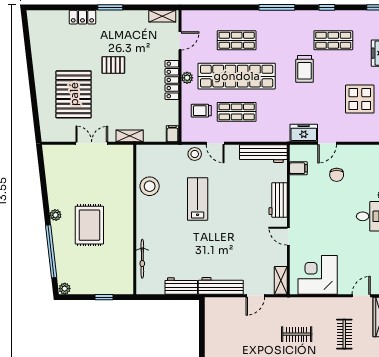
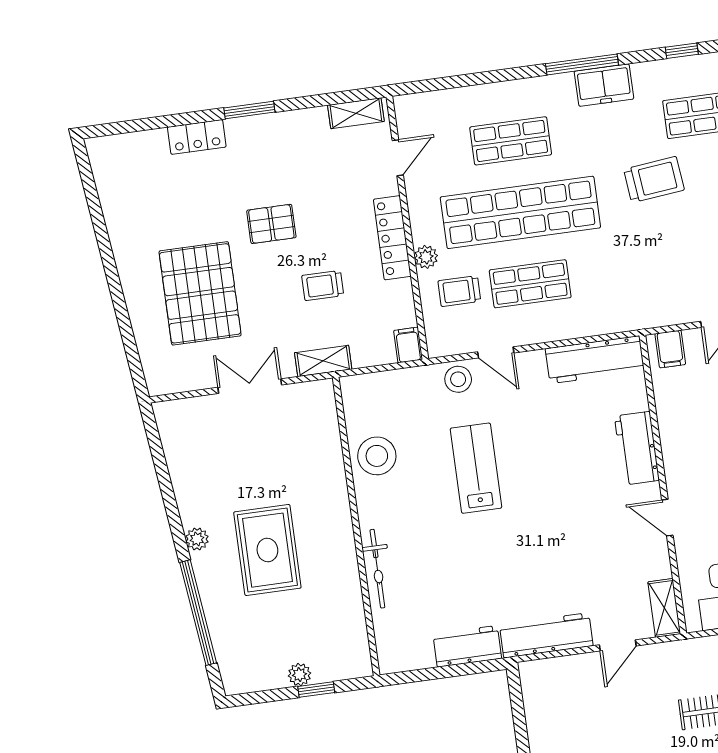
trolley: (305, 69) -> (654, 180), turned -96
plant: (187, 78) -> (426, 257), moved
trolley: (134, 99) -> (323, 286), added
freezer: (304, 133) -> (604, 85), moved, turned 180
filing cabinet: (298, 168) -> (670, 349), moved, turned 90
bicycle: (142, 259) -> (377, 569), moved
plant: (65, 289) -> (299, 675), moved

